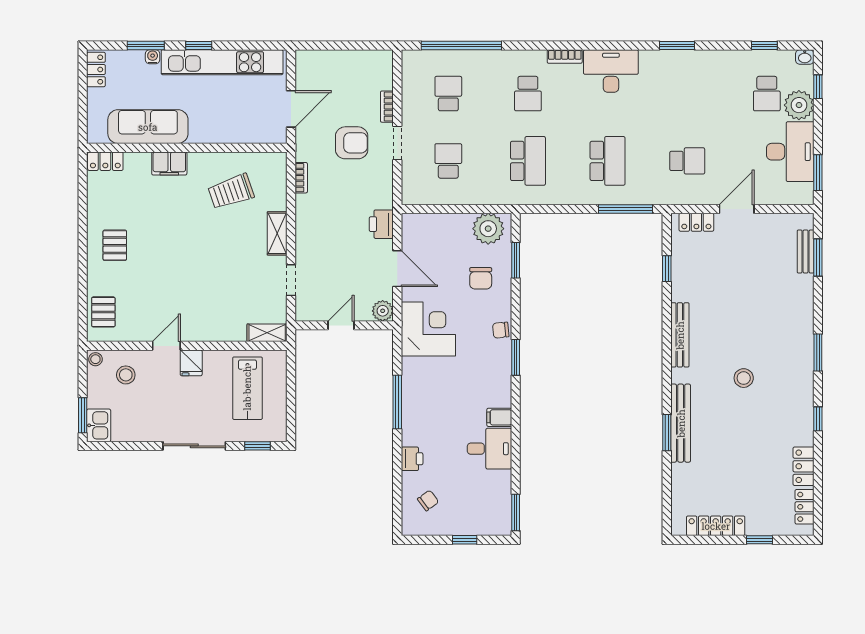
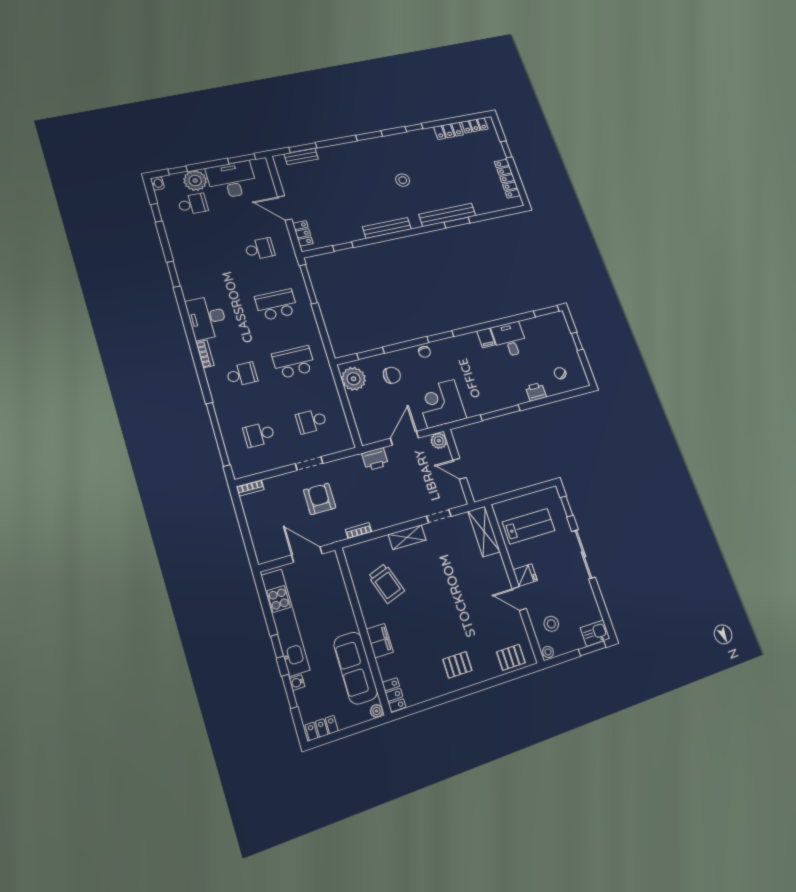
bookcase: (387, 107) -> (250, 488), moved
plant: (94, 136) -> (377, 711), added
school desk: (687, 161) -> (260, 249), turned 90
shelving: (267, 333) -> (484, 531), width x1.50, depth x1.33

